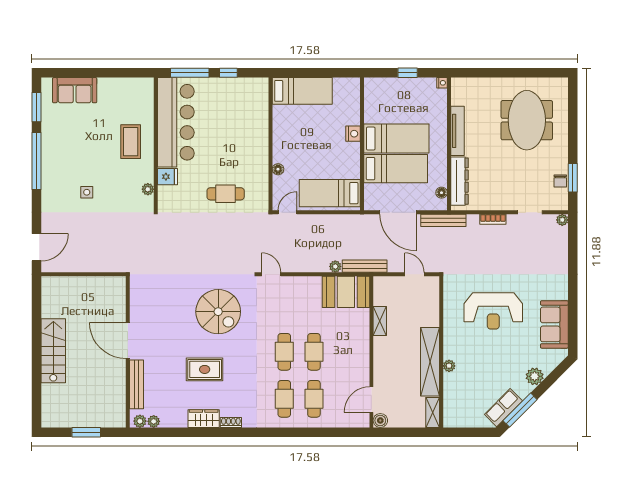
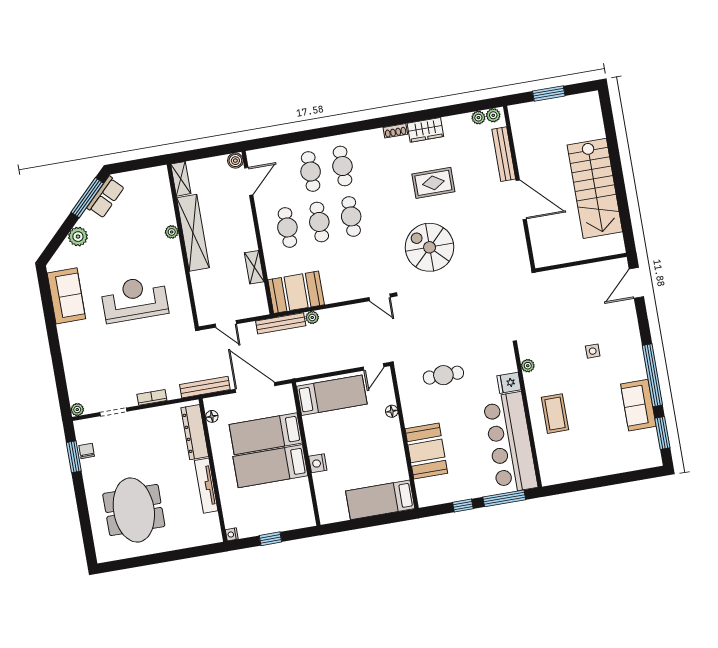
sofa: (75, 90) -> (638, 405), moved, turned -90
booth: (253, 128) -> (426, 451), added
stairs: (53, 351) -> (595, 188), width x1.36, depth x1.51
cafe table: (344, 352) -> (287, 227), added

